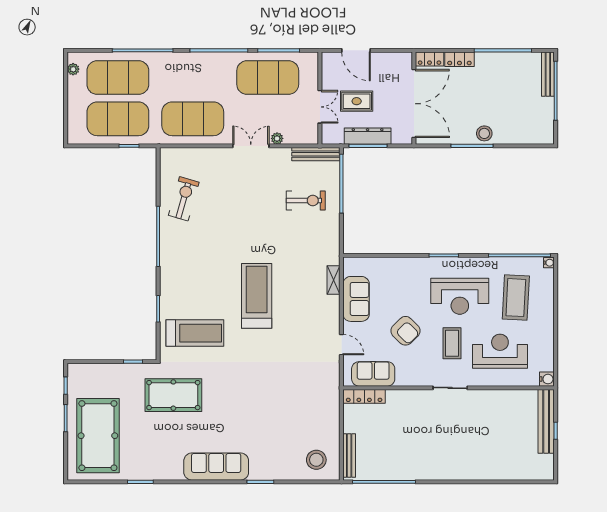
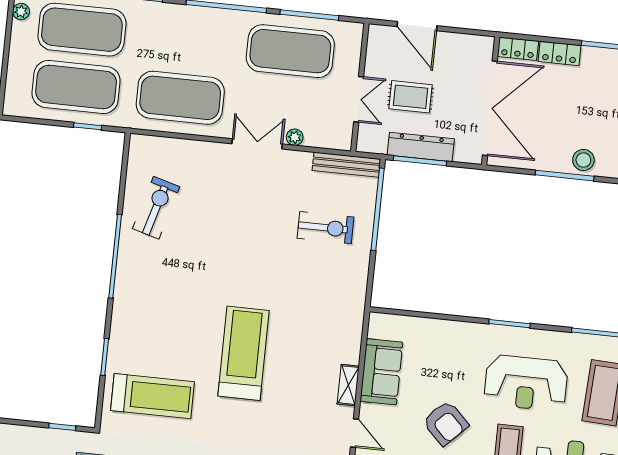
shelving: (333, 280) -> (348, 385), moved

